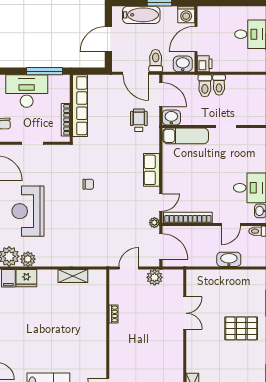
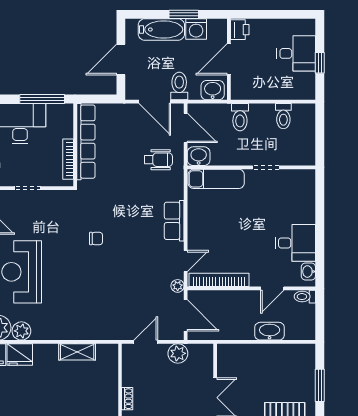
washing machine: (186, 14) -> (196, 29), moved
printer: (205, 64) -> (240, 30), moved
toilet: (219, 85) -> (283, 116), moved
wheelchair: (139, 120) -> (158, 160), turned 90

